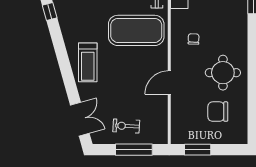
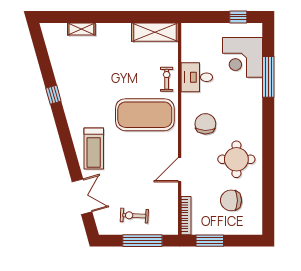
chair: (194, 39) -> (205, 124), width x1.87, depth x1.87
double door: (80, 119) -> (82, 197), moved
bookcase: (175, 126) -> (186, 216), added

